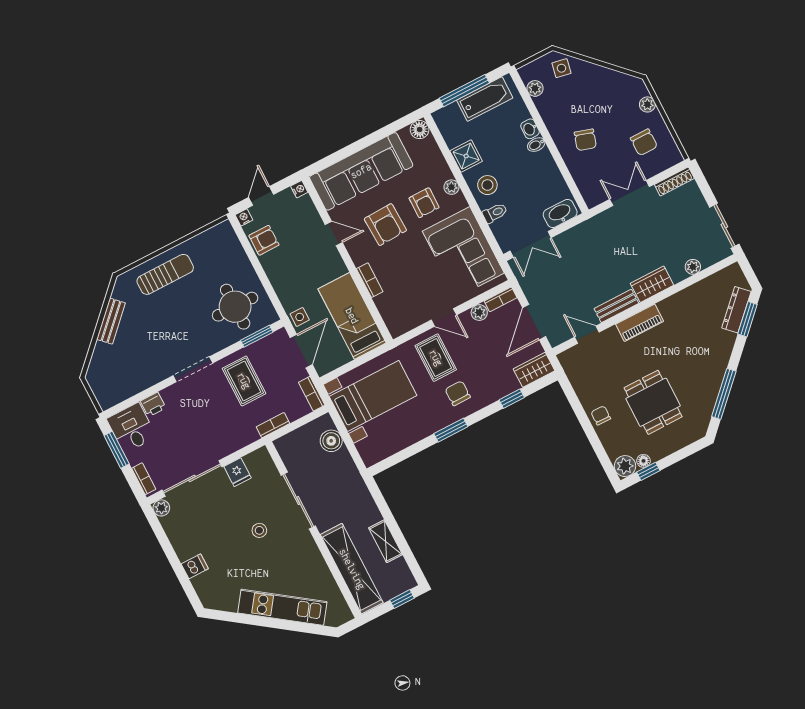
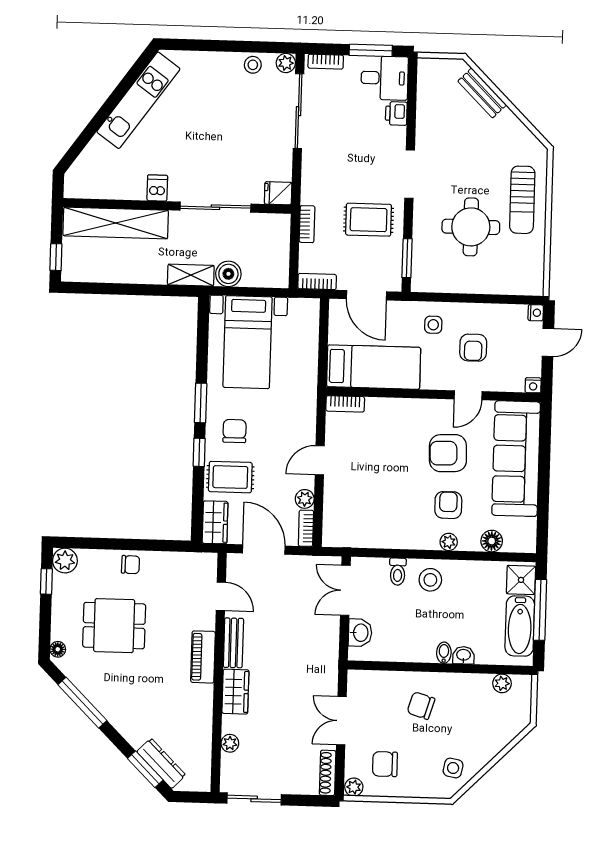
side table: (561, 68) -> (453, 768), moved
plant: (647, 104) -> (354, 787), moved
floor lamp: (420, 130) -> (492, 541), moved
shower: (466, 156) -> (521, 580), moved
double door: (630, 193) -> (341, 721), swing flipped
door: (261, 196) -> (548, 342), hinge flipped
armchair: (424, 203) -> (448, 505), turned 90
washbasin: (560, 213) -> (360, 633), width x0.72
armchair: (264, 240) -> (473, 348), moved
corner sofa: (463, 252) -> (376, 517), removed
bookcase: (370, 280) -> (345, 404), moved
round table: (235, 307) -> (471, 227), moved
side table: (300, 317) -> (433, 325), moved
bench: (111, 321) -> (482, 93), moved
door: (587, 335) -> (221, 596), hinge flipped
rug: (436, 358) -> (230, 477), moved
chair: (458, 393) -> (234, 431), turned -90
bed with nightstands: (373, 396) -> (248, 342), moved
window: (512, 399) -> (199, 452), moved
boiler: (331, 441) -> (228, 274), moved
floor lamp: (643, 461) -> (58, 649), moved
fridge: (237, 472) -> (278, 193), moved
stool: (259, 530) -> (253, 65), moved
shelving: (386, 541) -> (191, 275), moved
dishwasher: (195, 566) -> (157, 188), moved, turned 180
kitchen unit: (282, 607) -> (138, 100), moved

